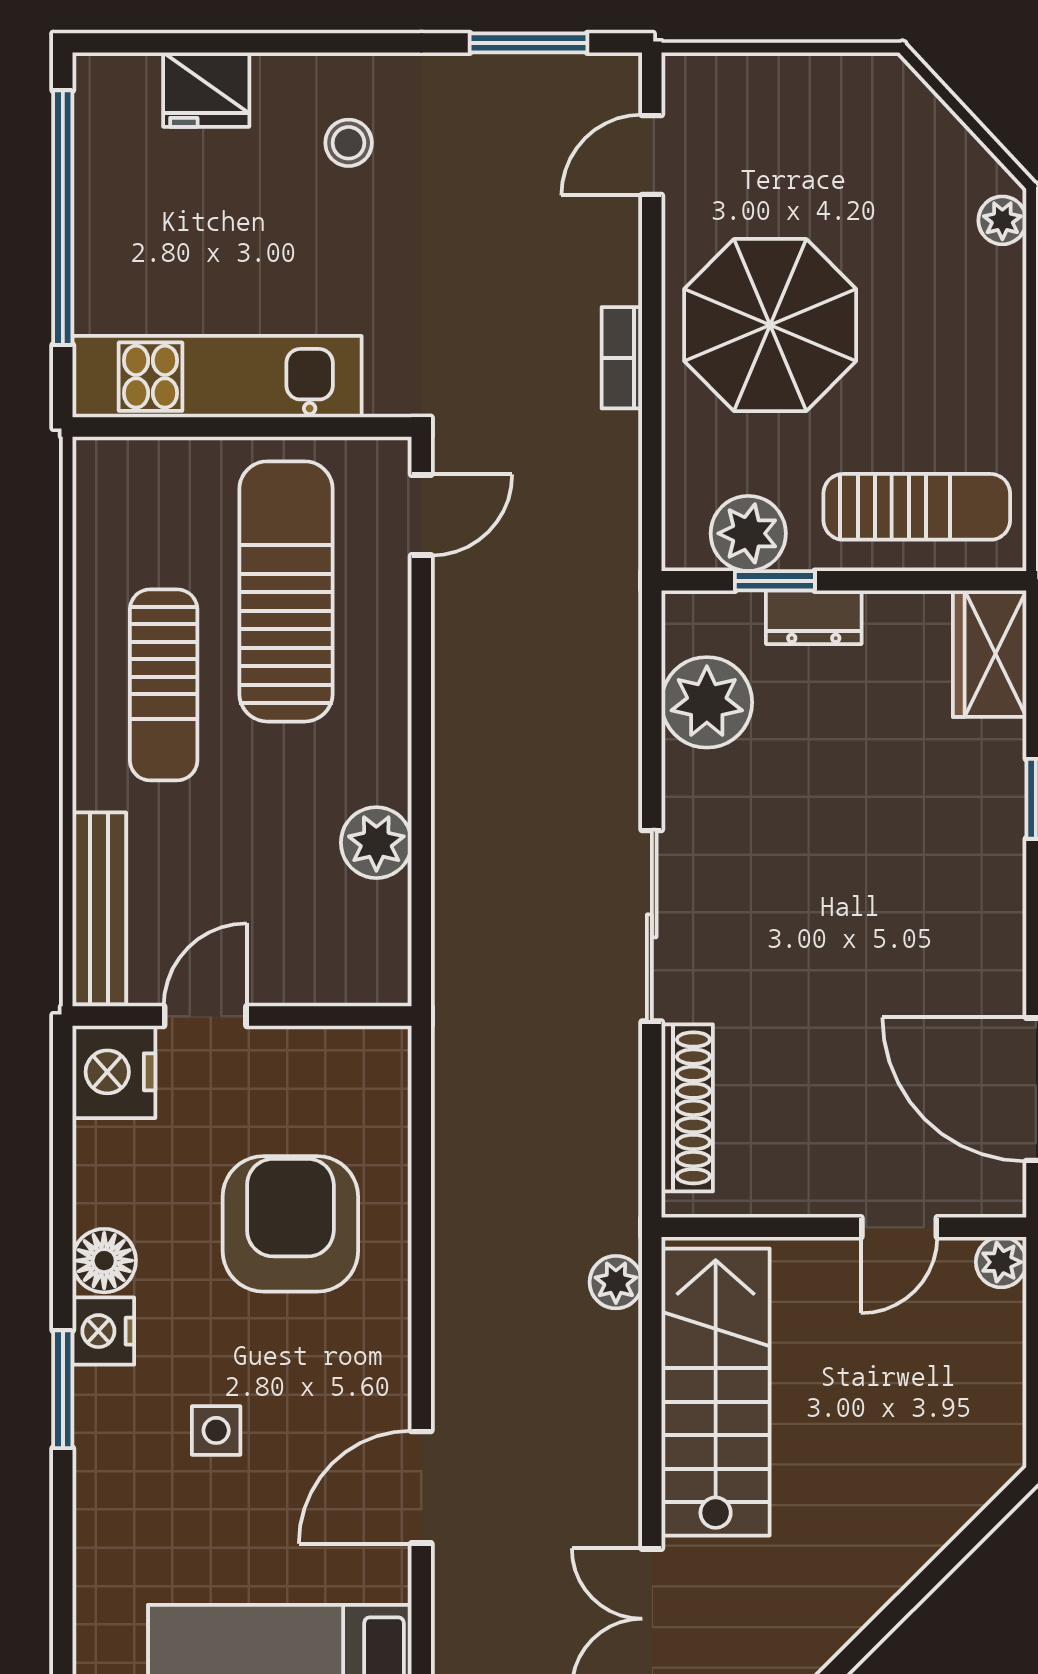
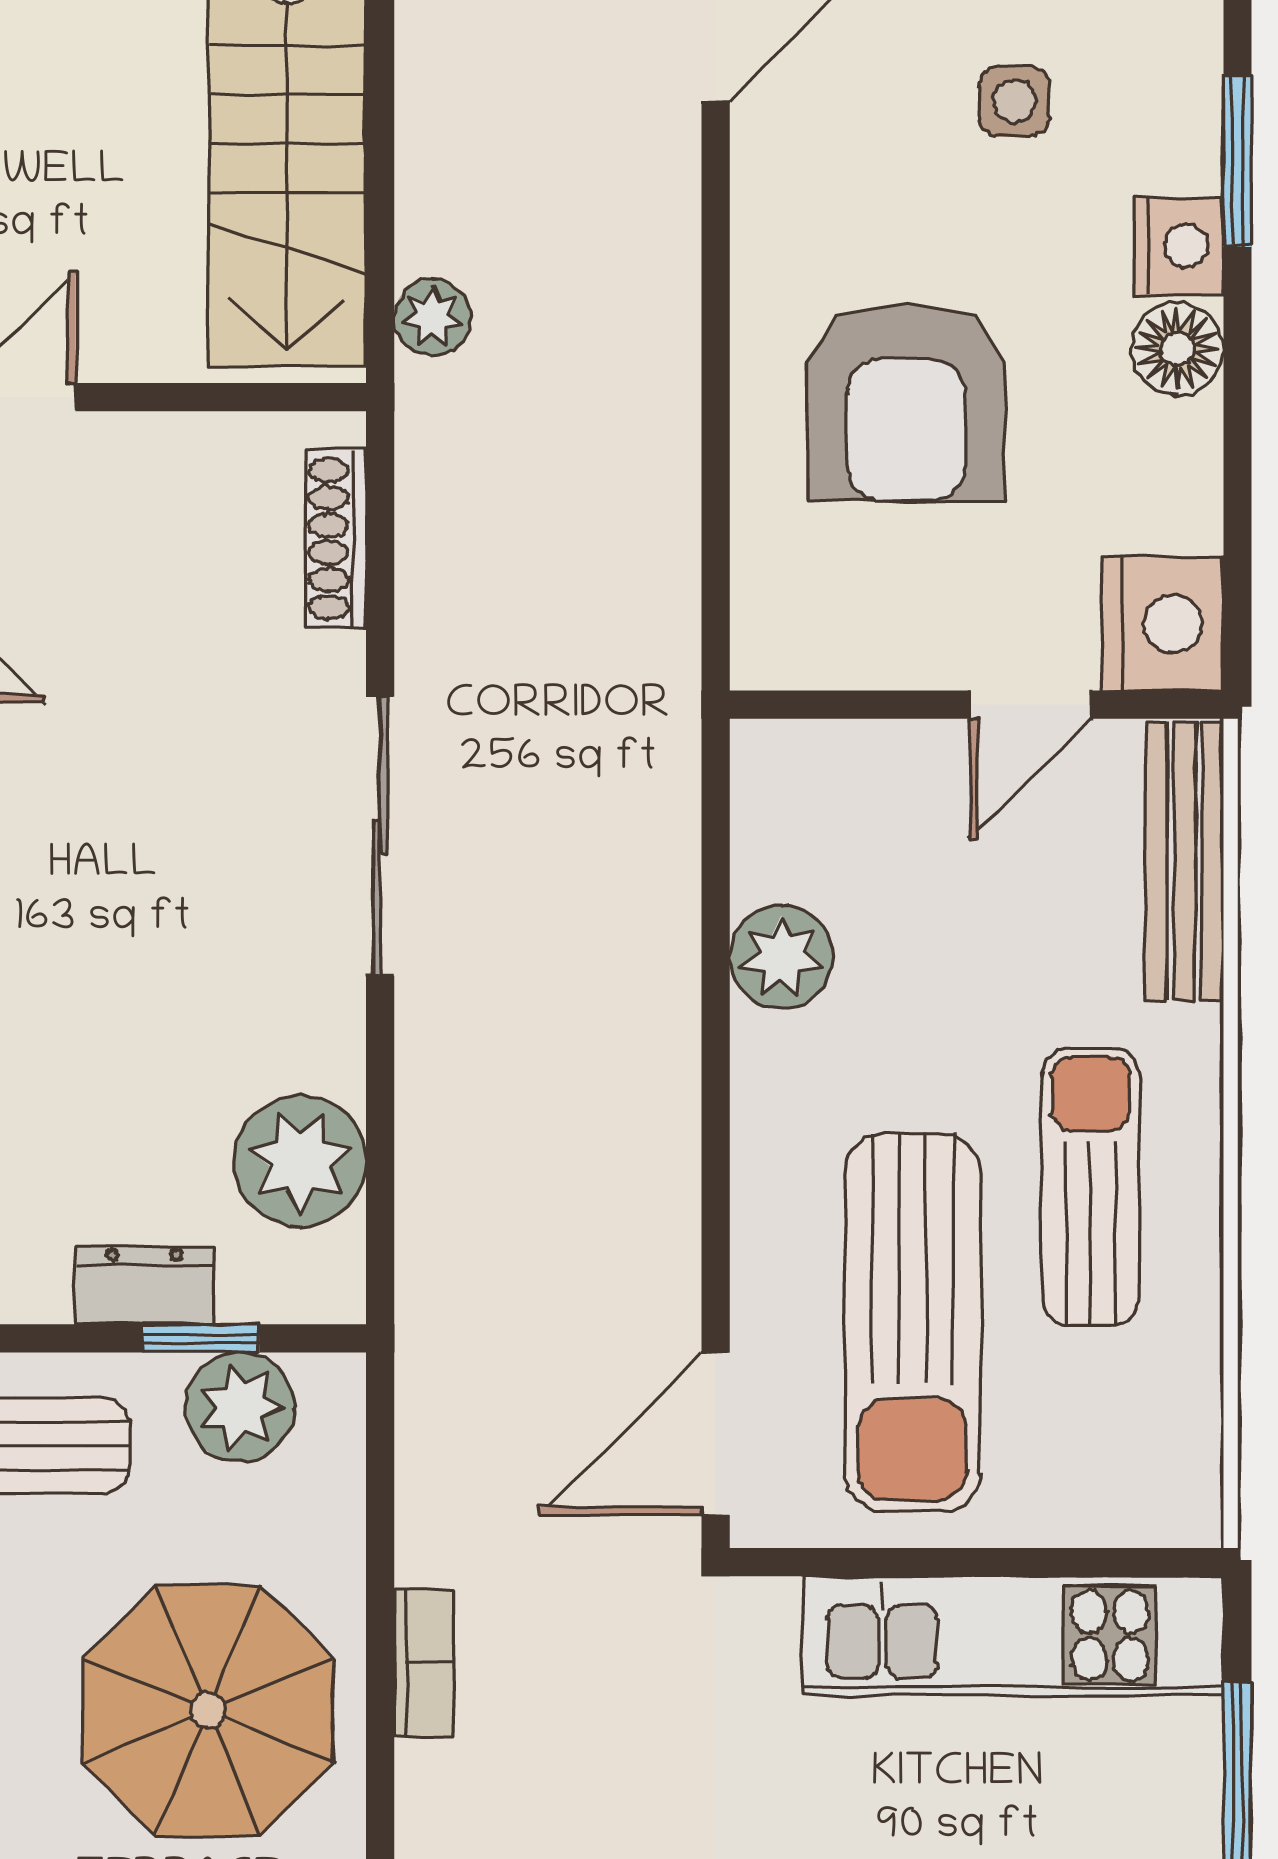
door: (421, 515) -> (716, 1434), width x1.37
shoe rack: (687, 1108) -> (336, 539), width x0.74, depth x0.81

